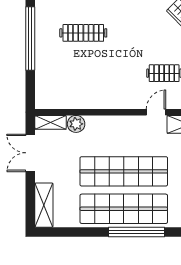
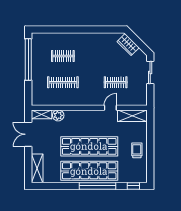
clothes rail: (83, 33) -> (63, 56), width x0.73
clothes rail: (83, 73) -> (63, 82), added

